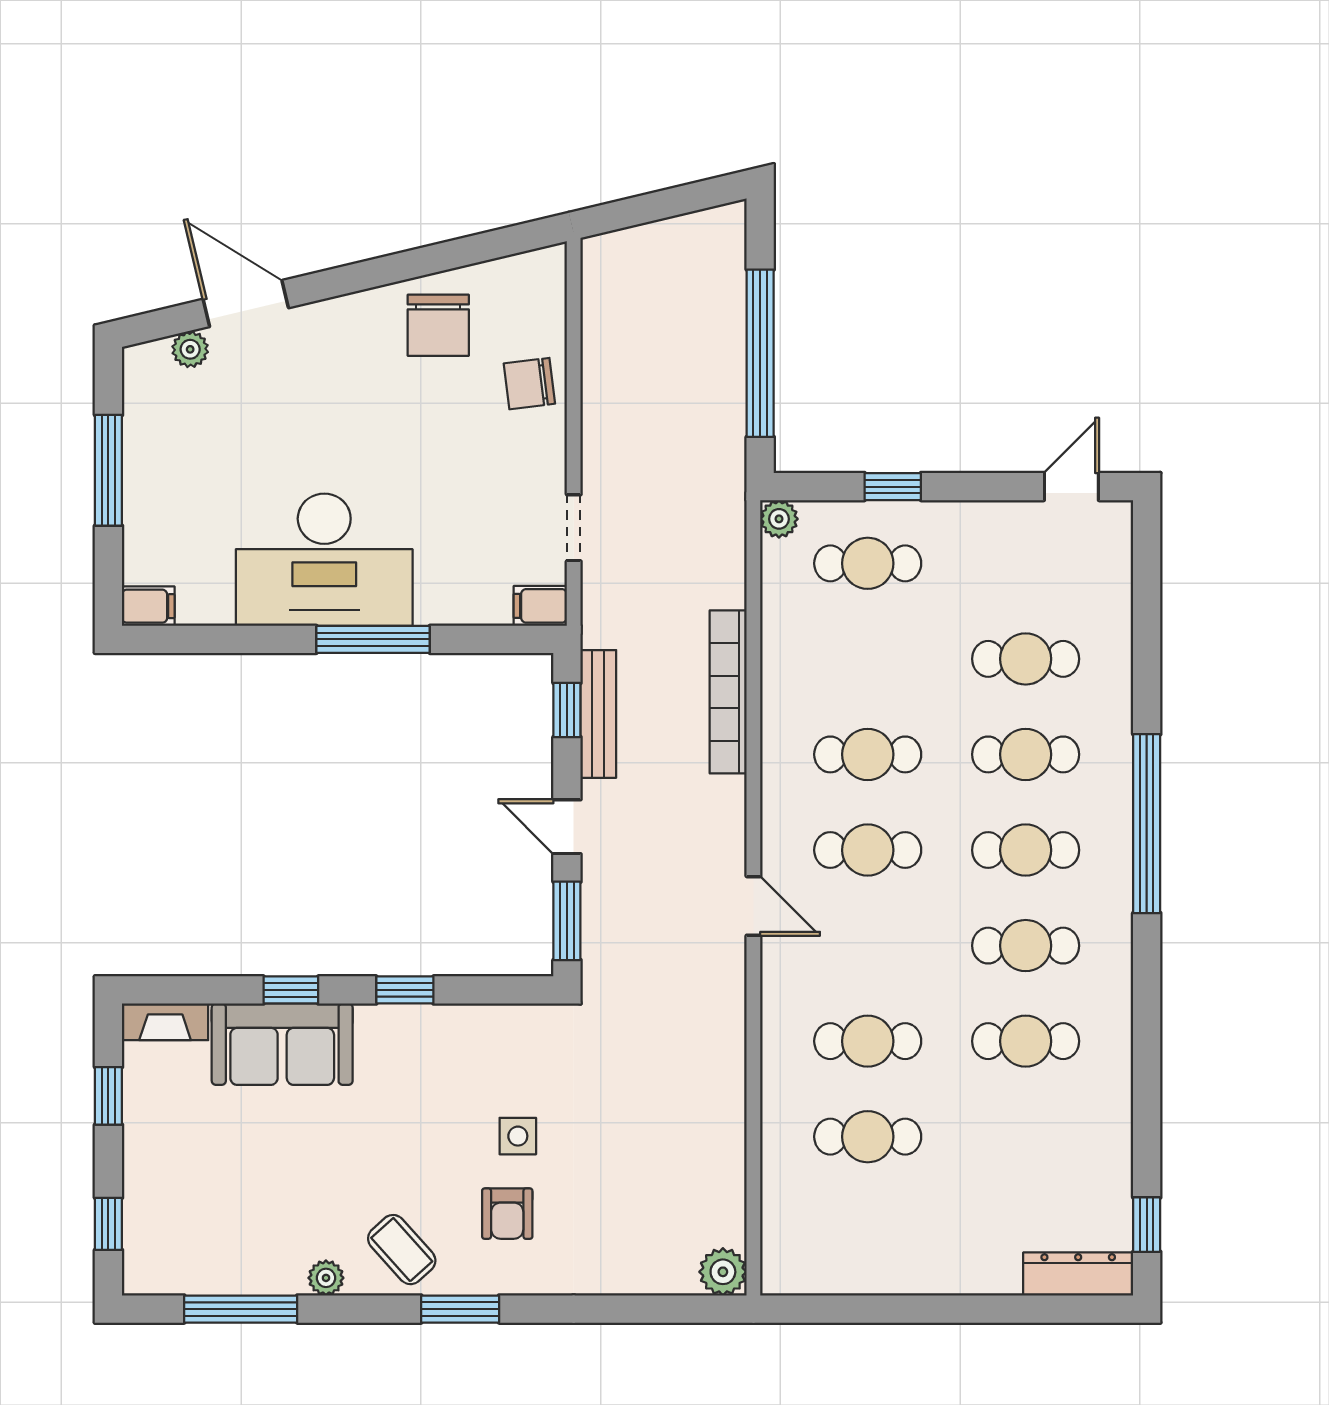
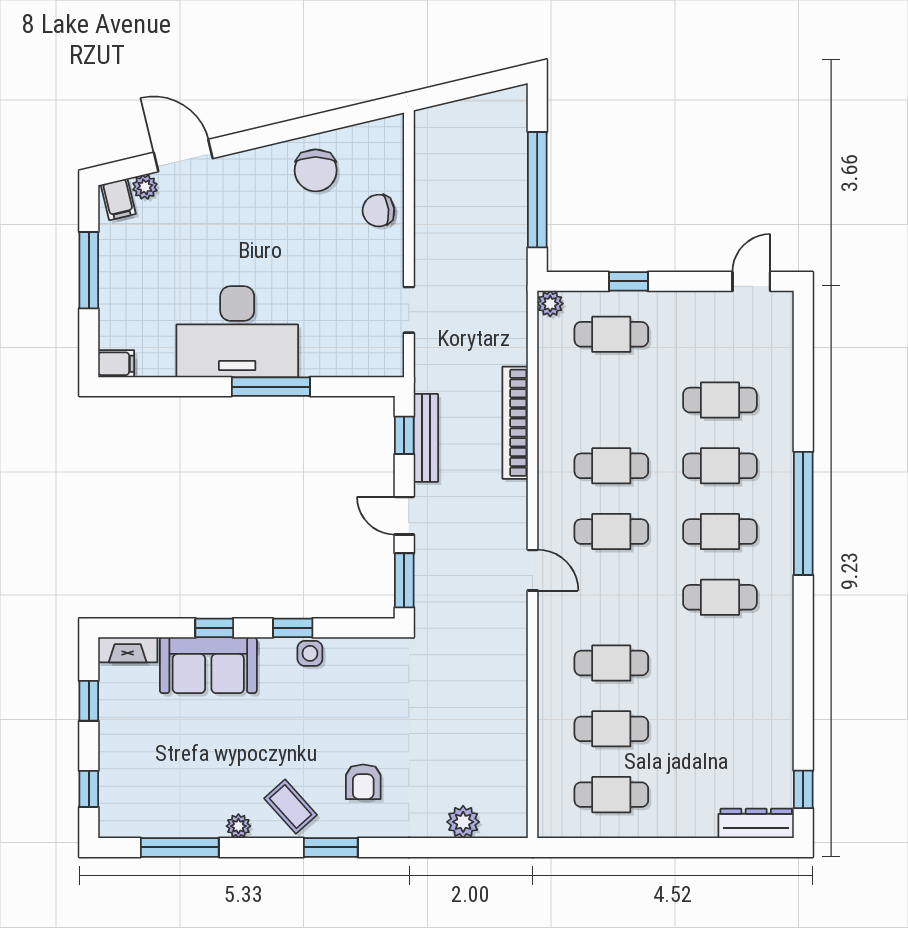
filing cabinet: (540, 606) -> (118, 199), moved, turned -103
cafe table: (1026, 1041) -> (611, 795), moved
side table: (518, 1136) -> (310, 653), moved
plant: (723, 1272) -> (463, 822), moved

